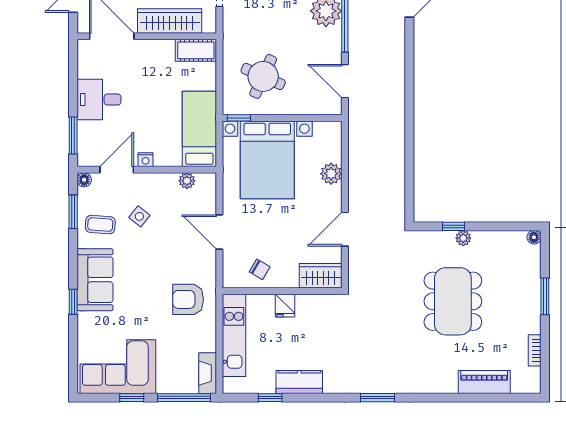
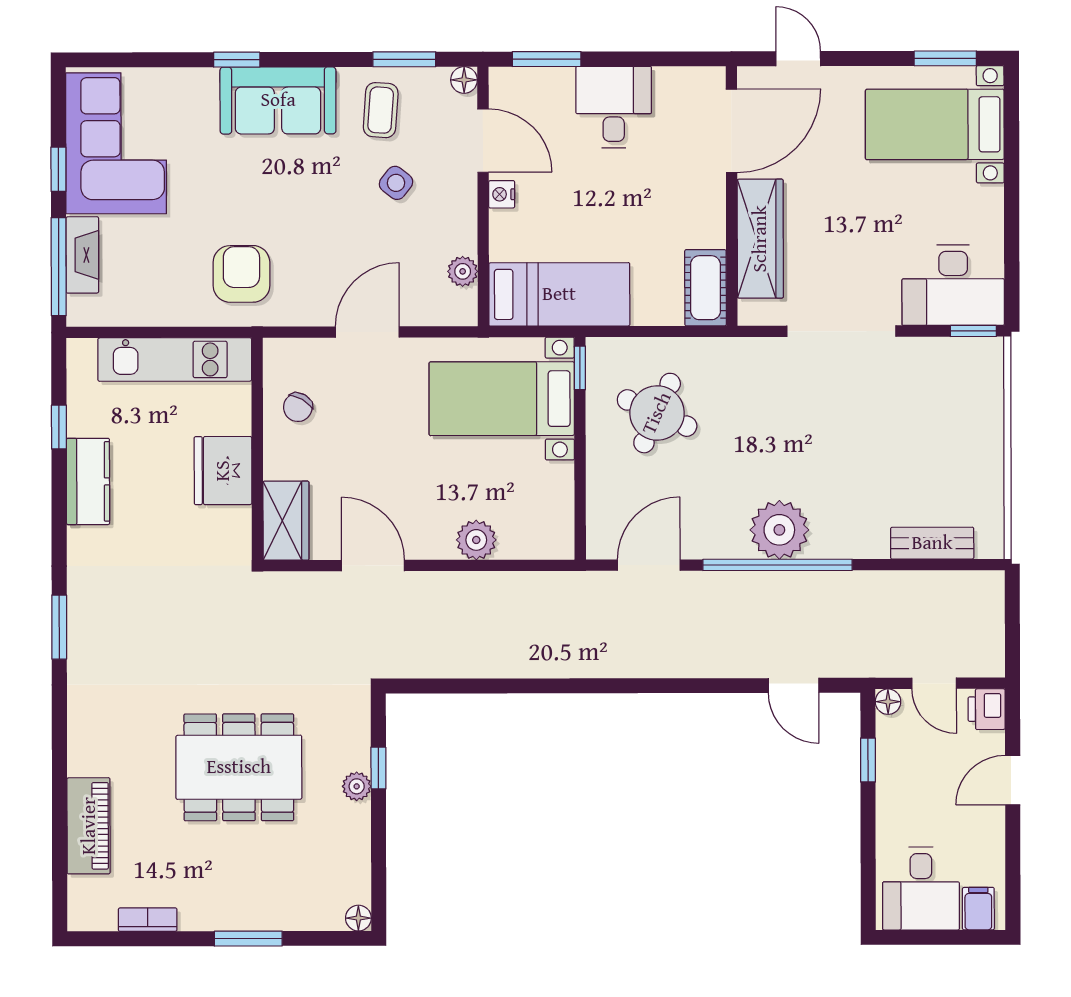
bed with nightstands: (267, 160) -> (502, 399), width x0.73
fridge: (285, 306) -> (223, 471), width x1.88, depth x1.34
fireplace: (208, 373) -> (82, 255), moved, turned 90

